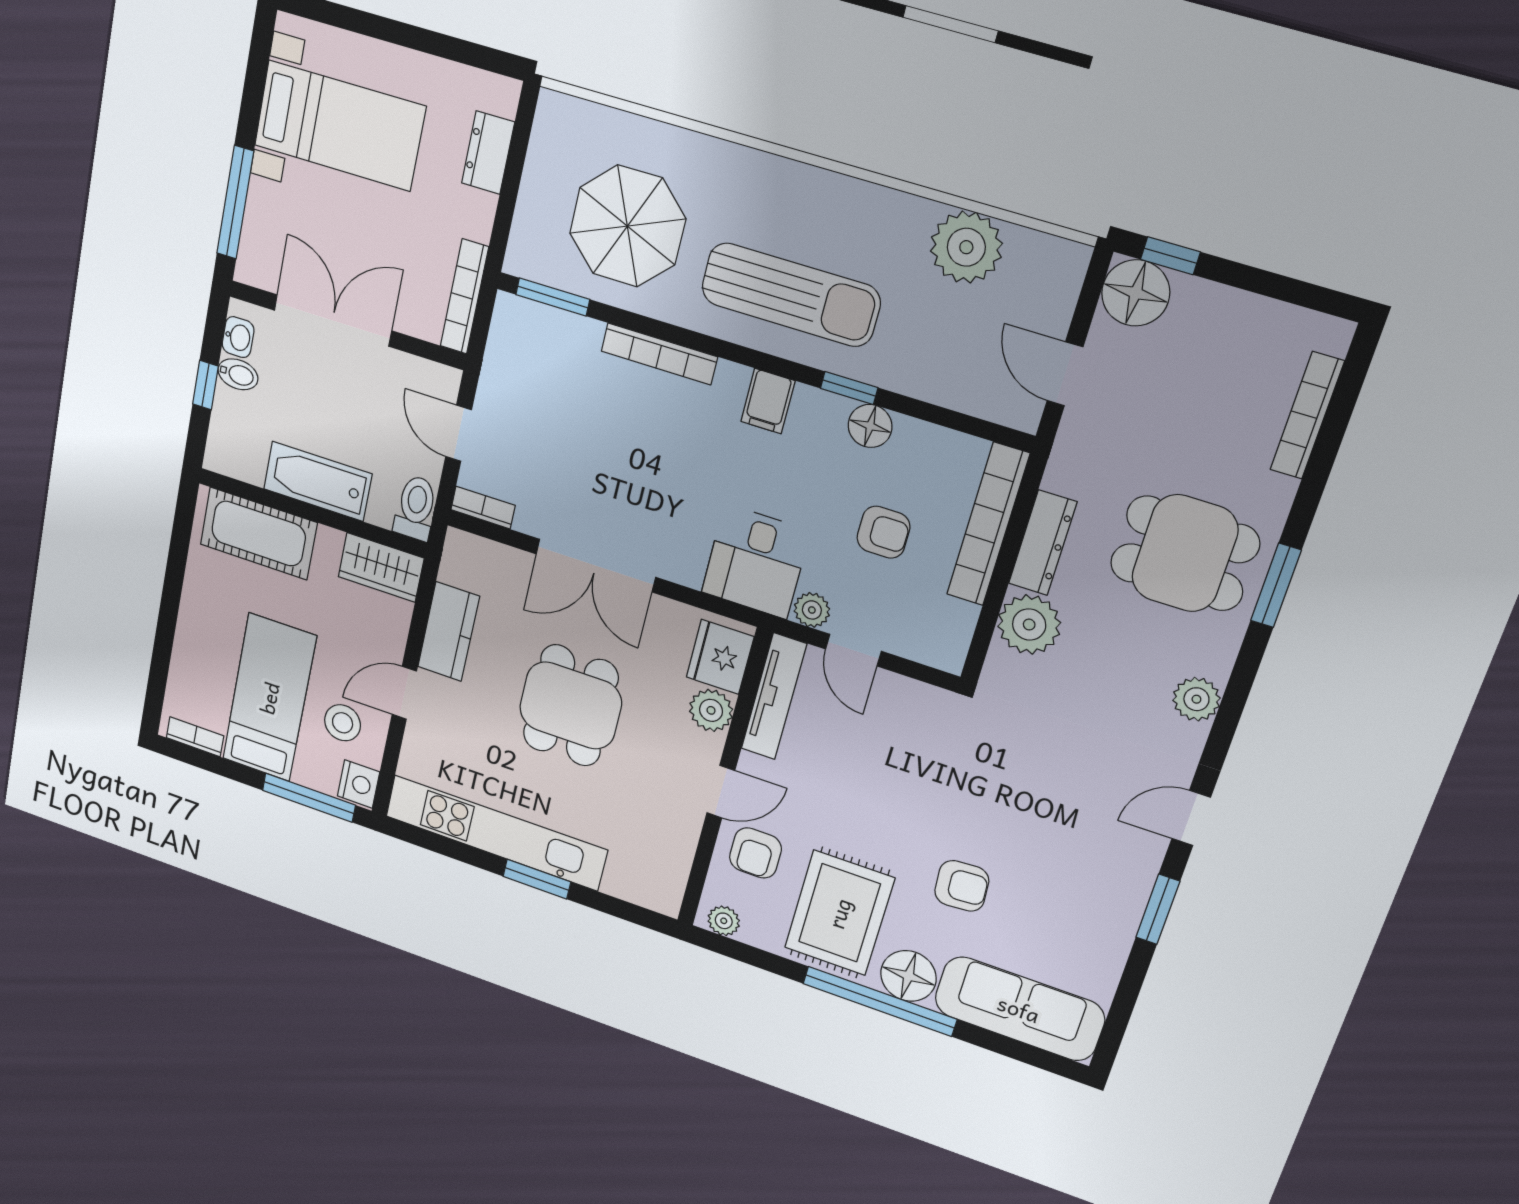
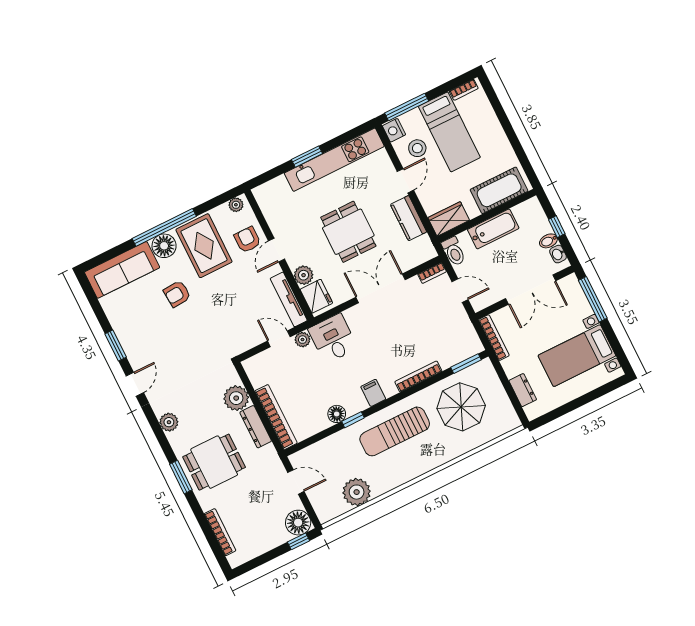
armchair: (883, 532) -> (304, 385), removed

